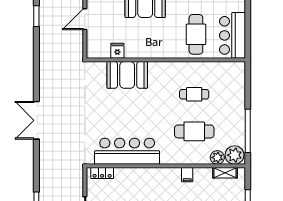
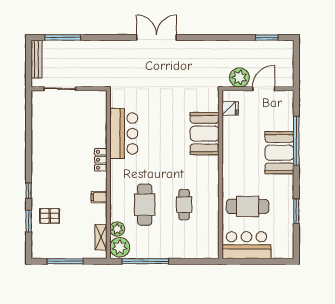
door: (85, 19) -> (264, 89), hinge flipped
plant: (74, 42) -> (239, 77), added
fridge: (117, 51) -> (230, 108), moved
bar counter: (127, 151) -> (124, 134), width x0.73
locker: (102, 173) -> (101, 160), moved

